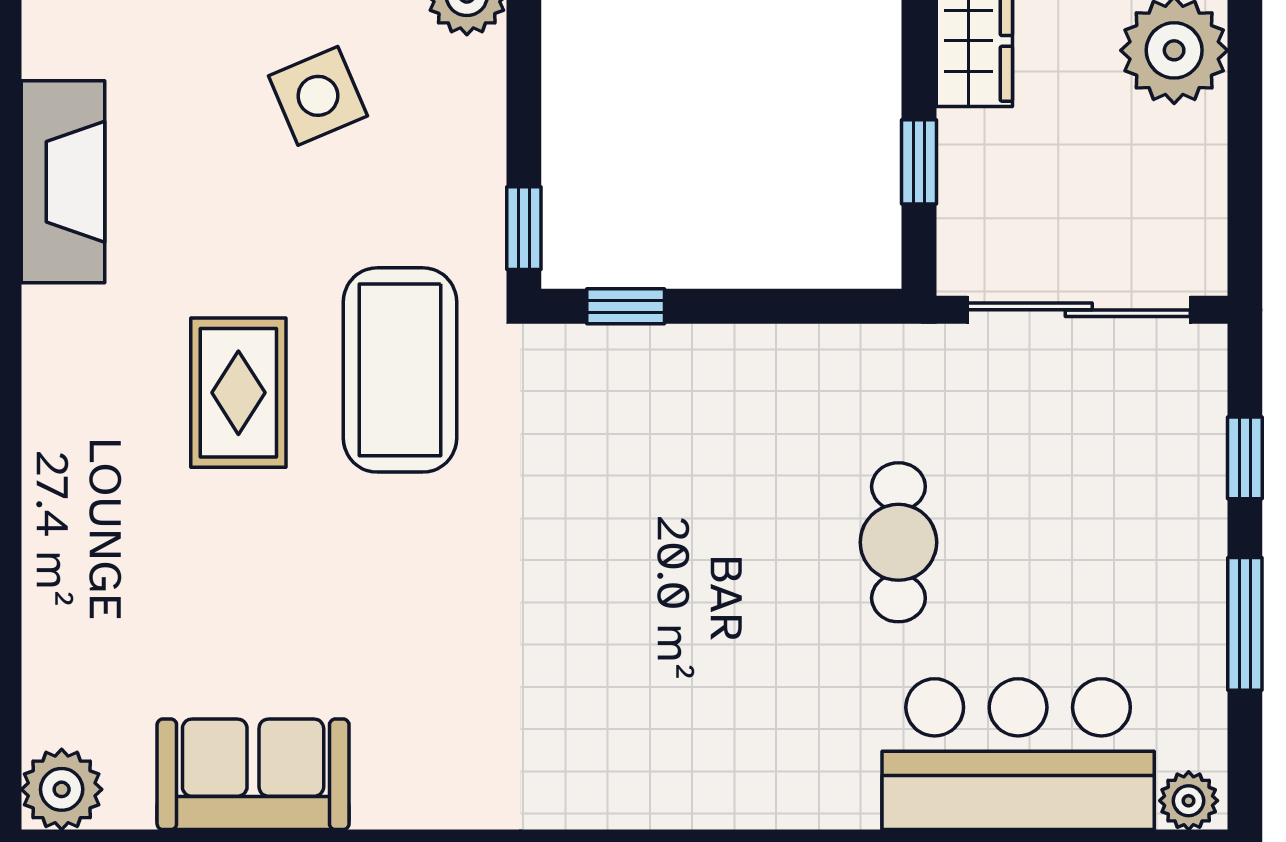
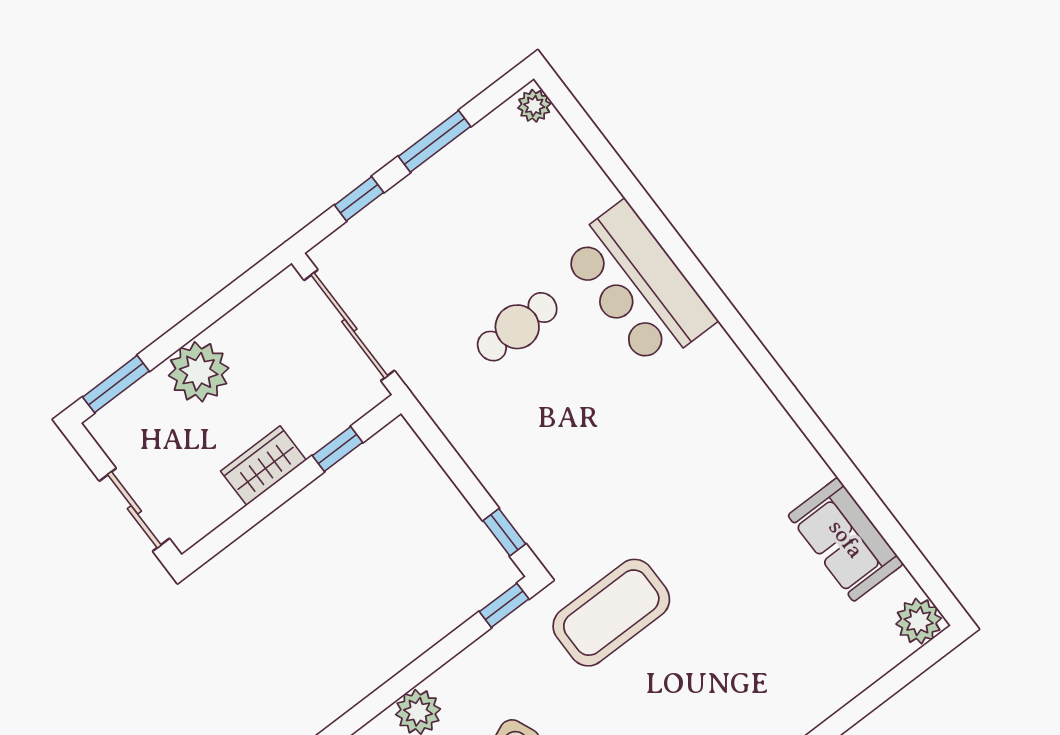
rug: (238, 393) -> (678, 678), removed
bar counter: (1018, 754) -> (638, 285), moved

